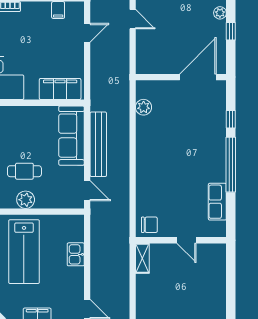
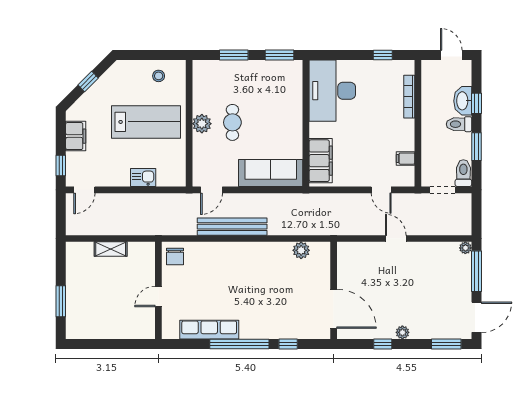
door: (133, 19) -> (396, 238), swing flipped
bench: (98, 144) -> (232, 227), moved
row of seats: (217, 202) -> (209, 330), width x1.48
lab bench: (24, 252) -> (146, 122), turned 180
shelving: (142, 258) -> (111, 249), moved

